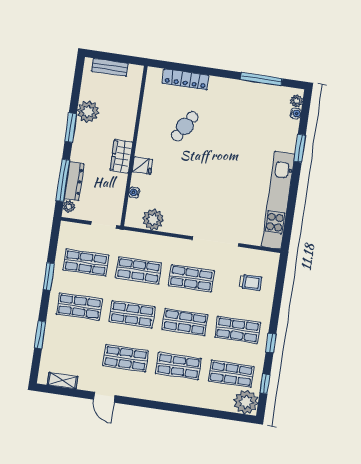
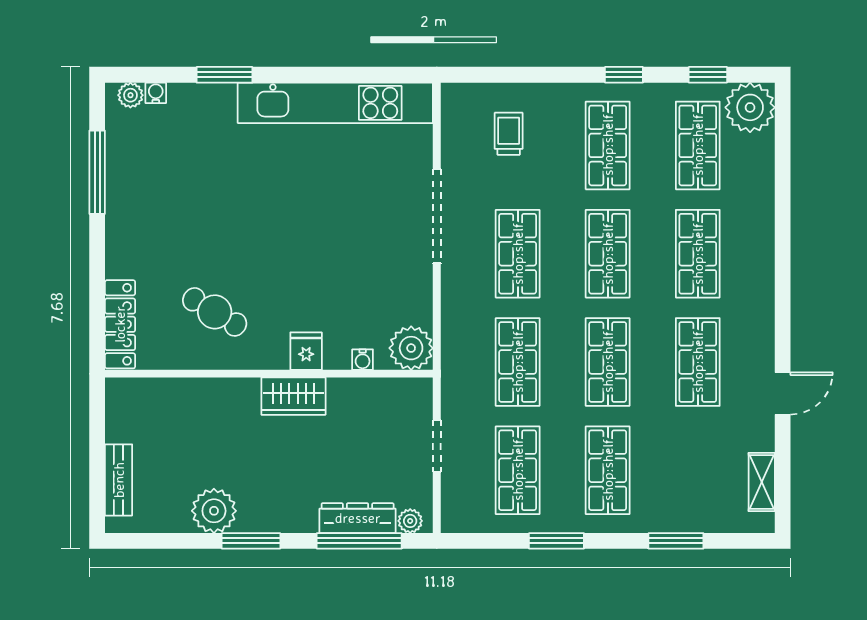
wall: (134, 146) -> (269, 374), moved
wardrobe: (121, 156) -> (293, 396), moved
fridge: (142, 166) -> (306, 351), moved
water cooler: (134, 193) -> (363, 360), moved

